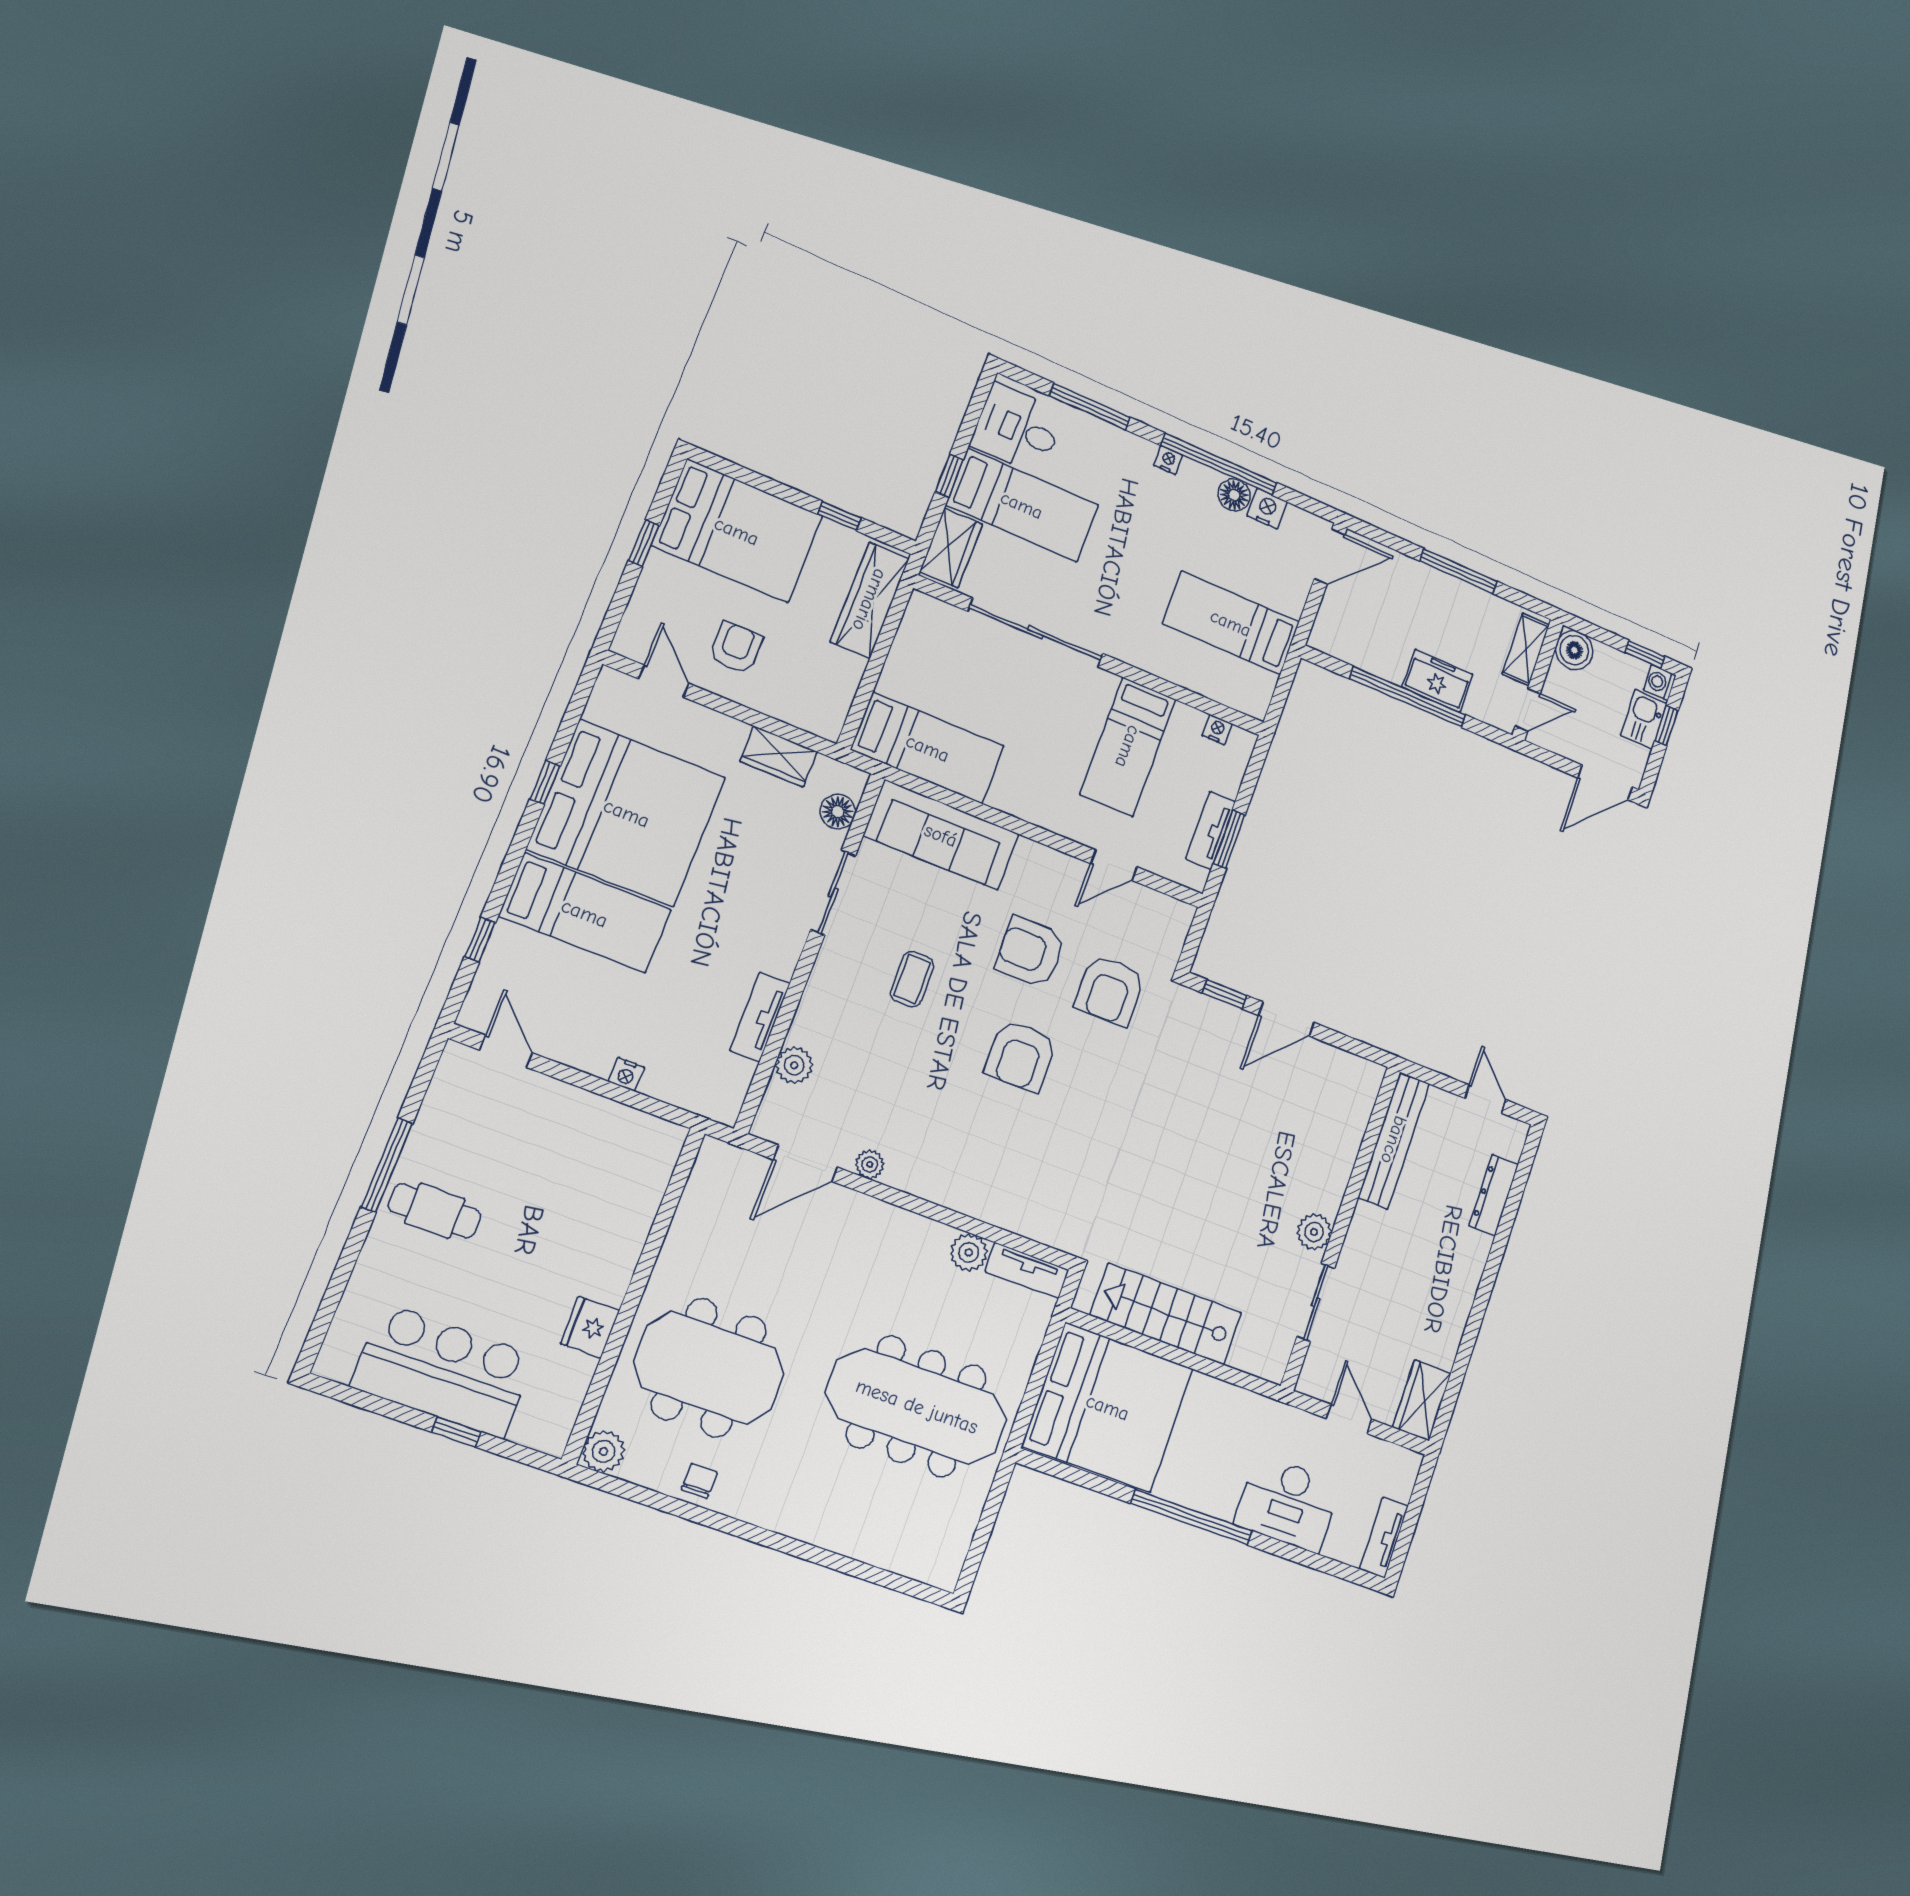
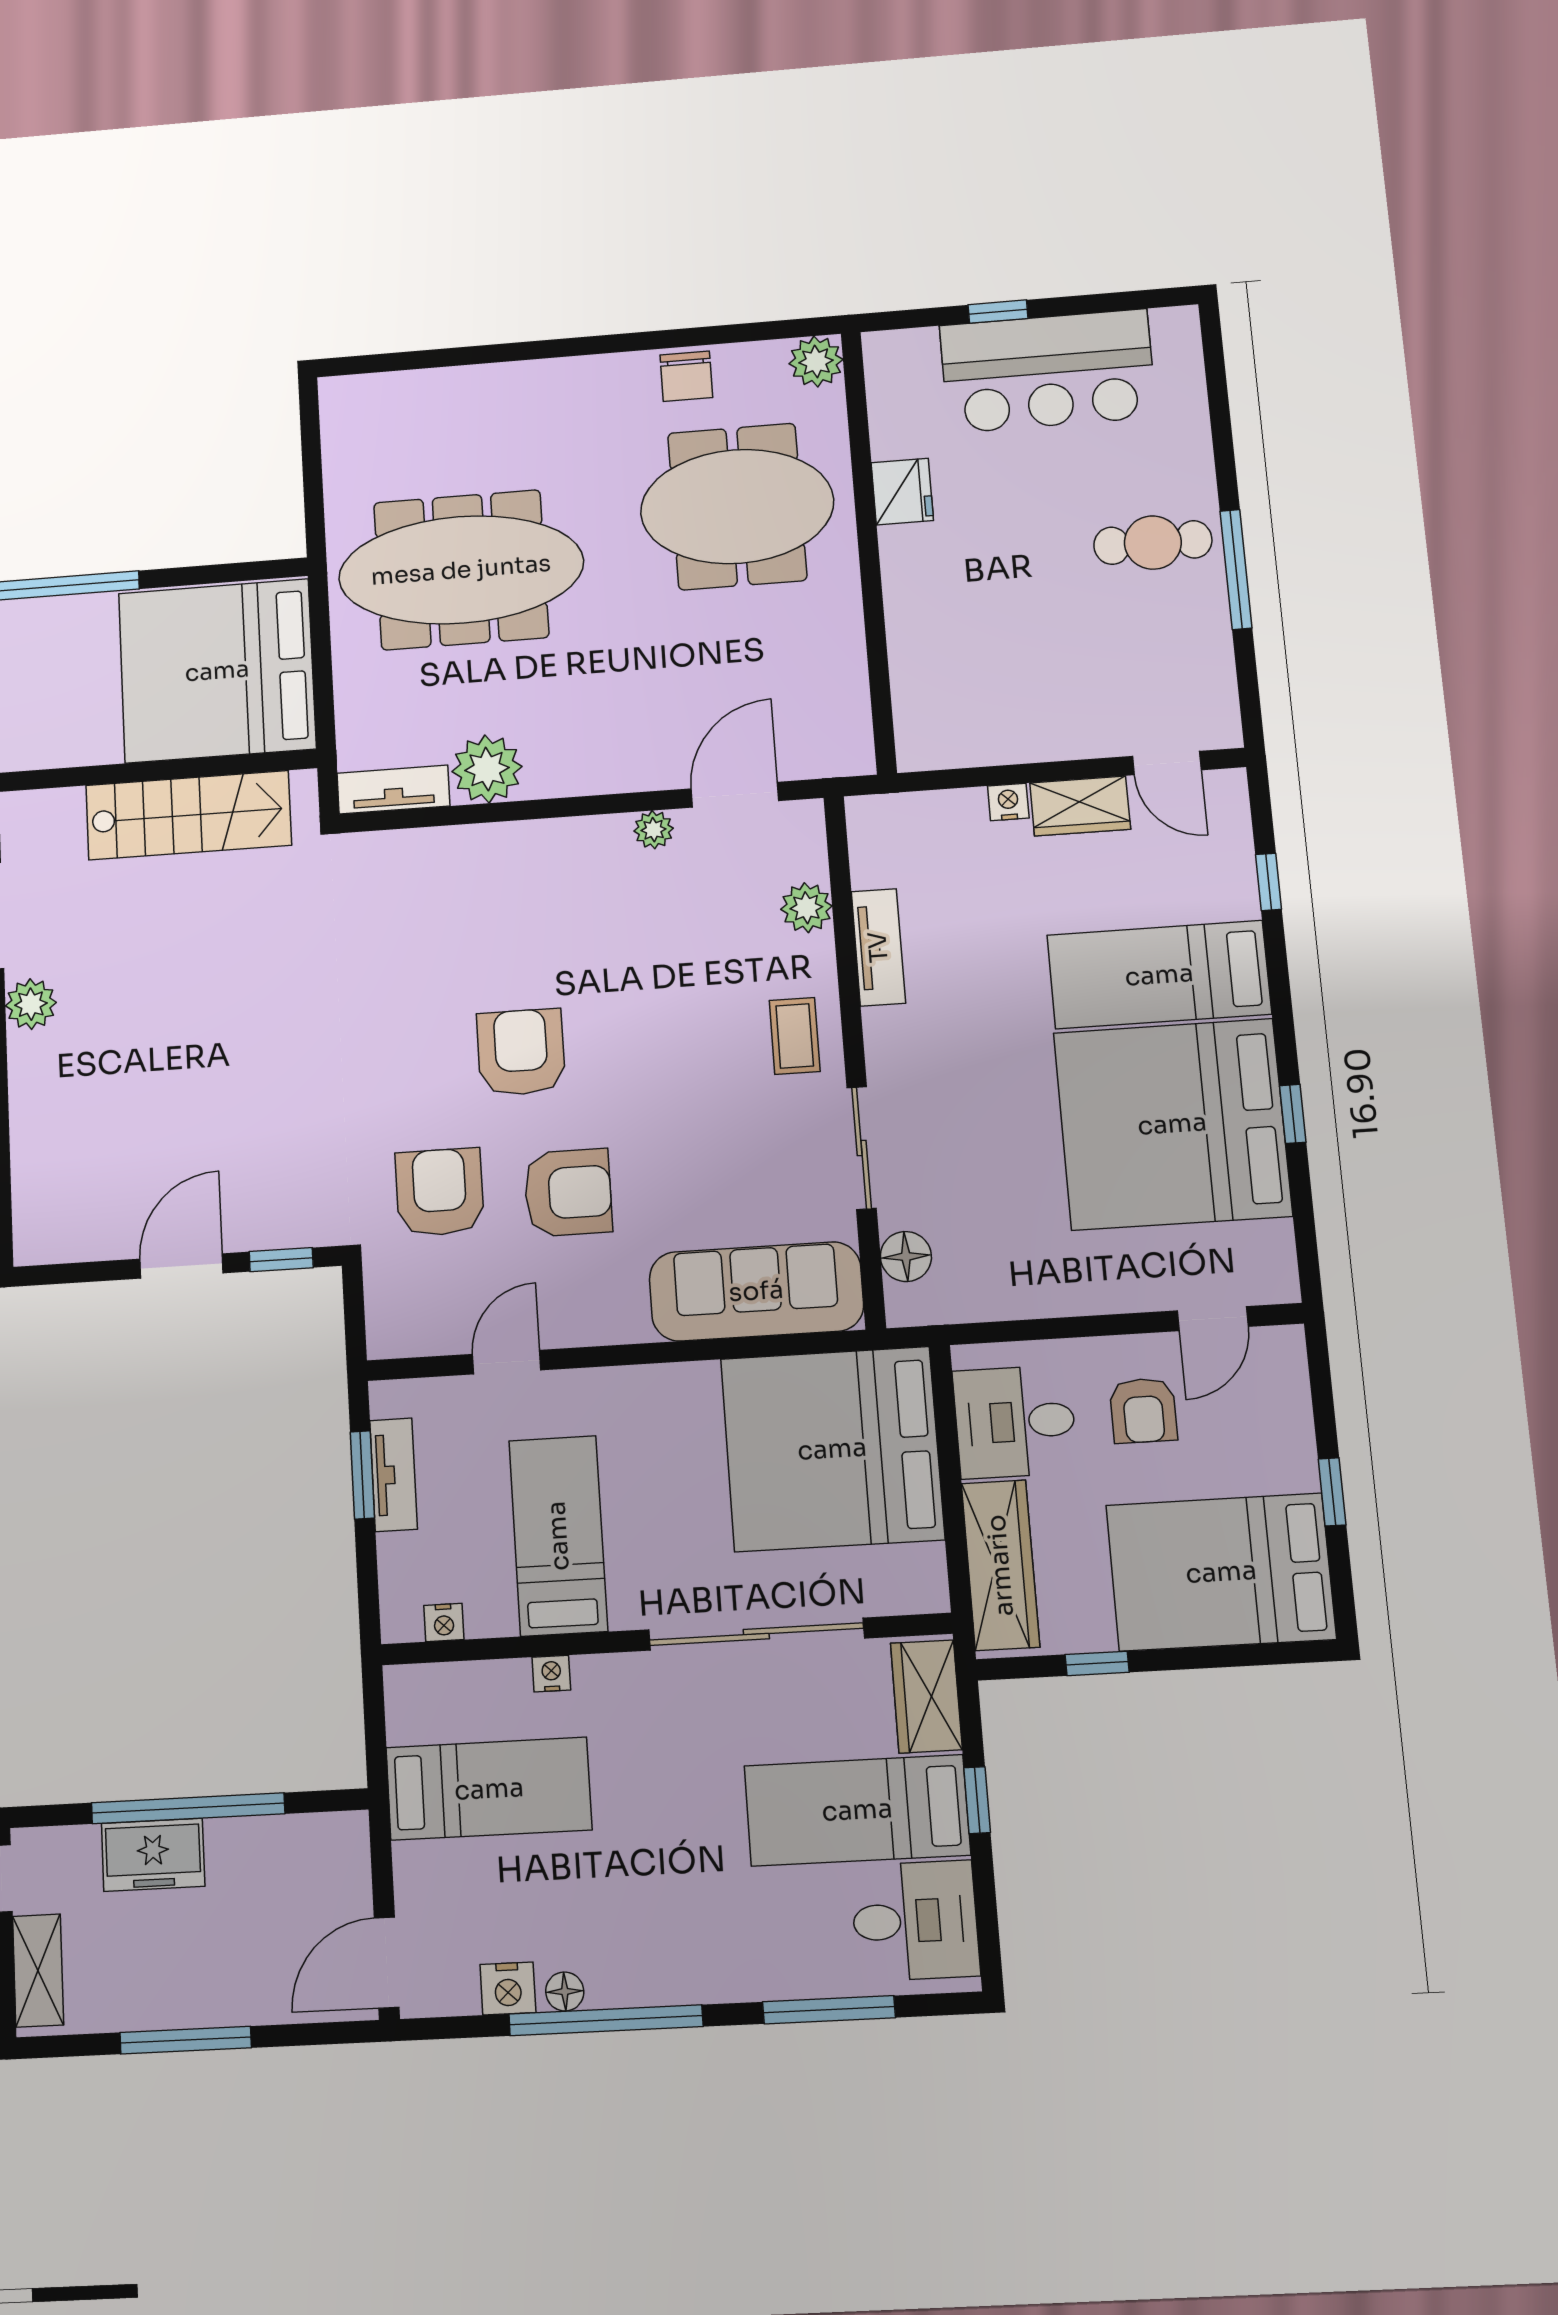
nightstand: (1168, 460) -> (551, 1674), moved, turned 180
floor lamp: (1234, 495) -> (565, 1992), width x0.73, depth x0.73
desk: (819, 679) -> (1015, 1422), added
door: (664, 681) -> (1213, 1319), hinge flipped
bed: (928, 748) -> (832, 1449), width x2.04
wardrobe: (779, 756) -> (1080, 806), moved, turned 180
coffee table: (912, 979) -> (795, 1036), moved
plant: (969, 1252) -> (487, 769), width x1.36, depth x1.36
chair: (699, 1481) -> (686, 376), width x1.37, depth x1.37

